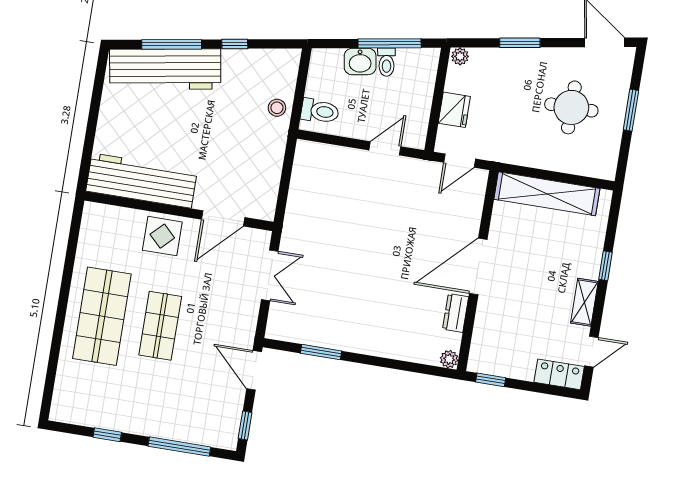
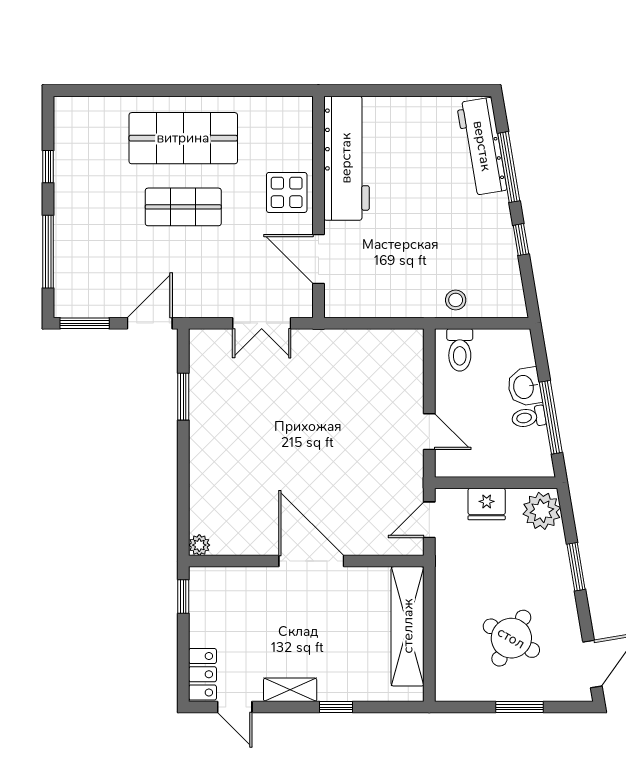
plant: (460, 56) -> (542, 511), width x1.87, depth x1.87
workbench: (165, 69) -> (482, 146), width x0.73, depth x0.76
round table: (571, 107) -> (511, 638), turned 30
door: (460, 161) -> (429, 520), hinge flipped
dresser: (456, 313) -> (254, 544), removed
window: (245, 425) -> (85, 323), width x1.50

